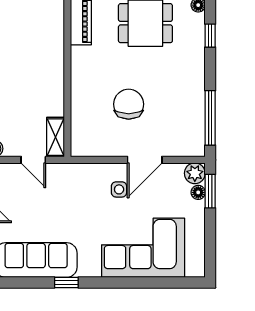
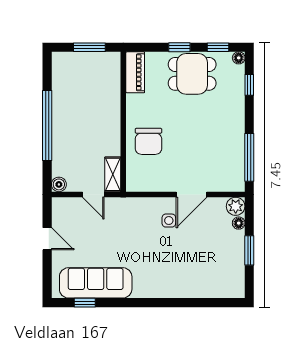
chair: (129, 104) -> (148, 141), moved, turned 180
window: (210, 191) -> (249, 250), moved
corner sofa: (143, 248) -> (190, 272), removed
window: (66, 283) -> (85, 303), moved

